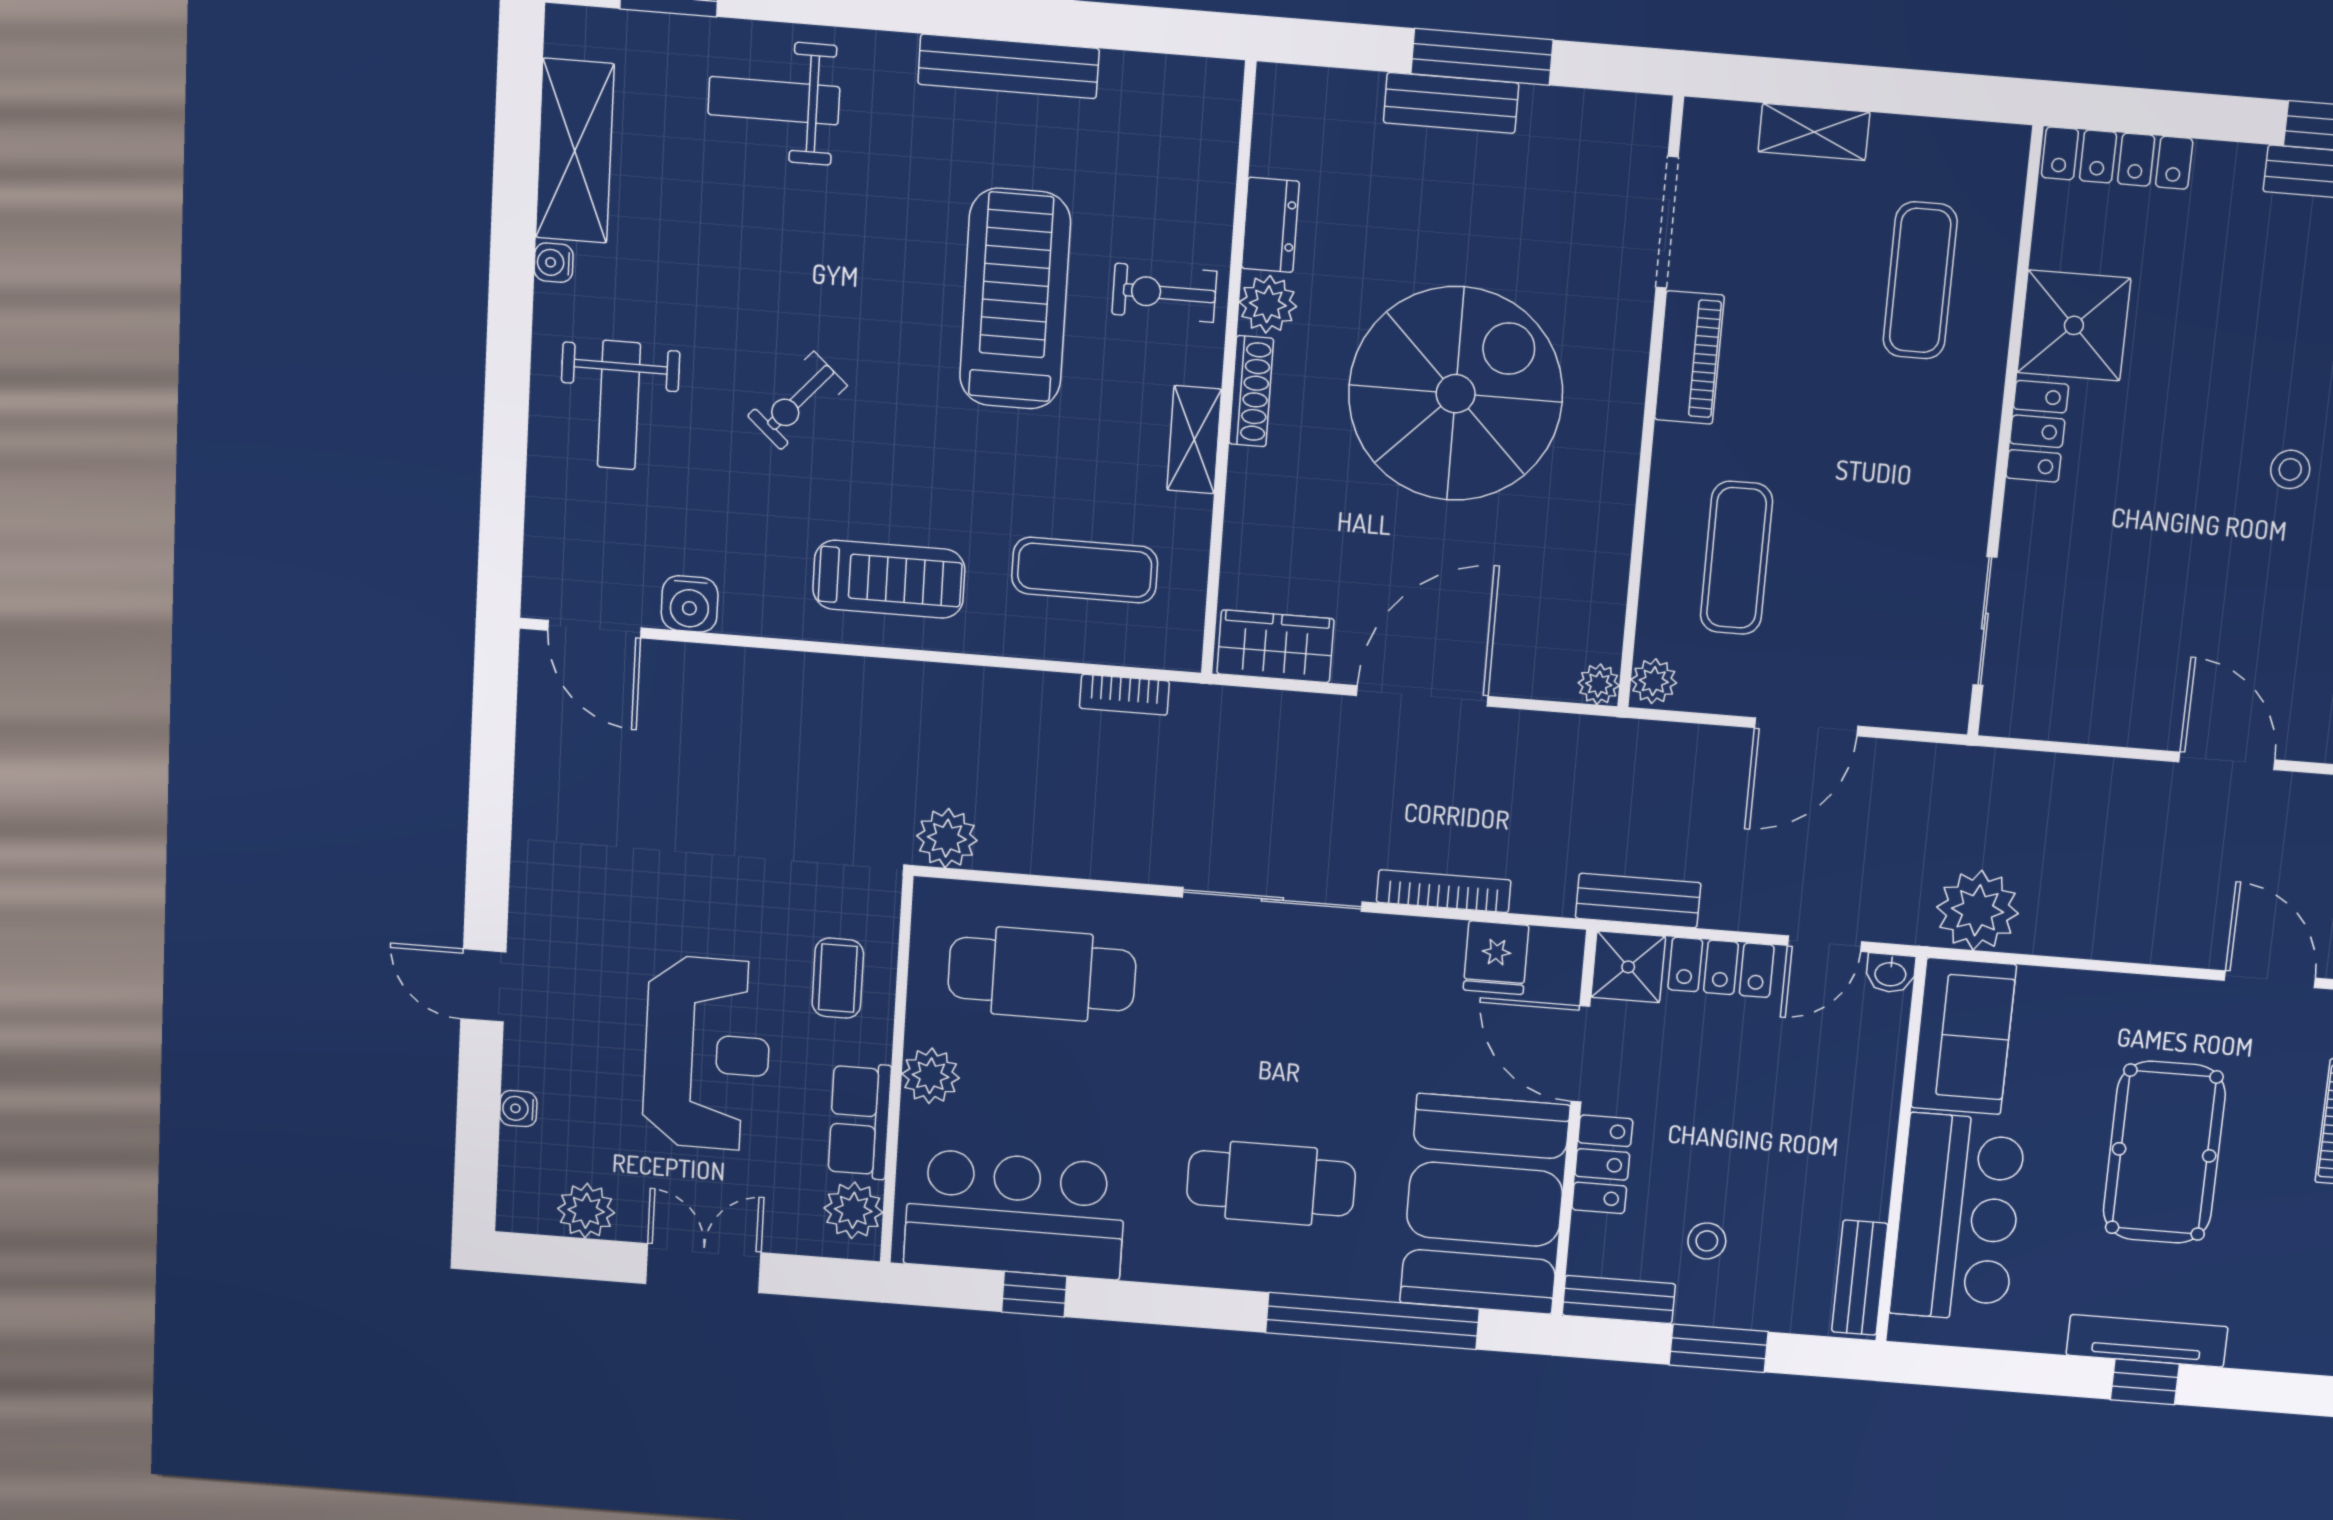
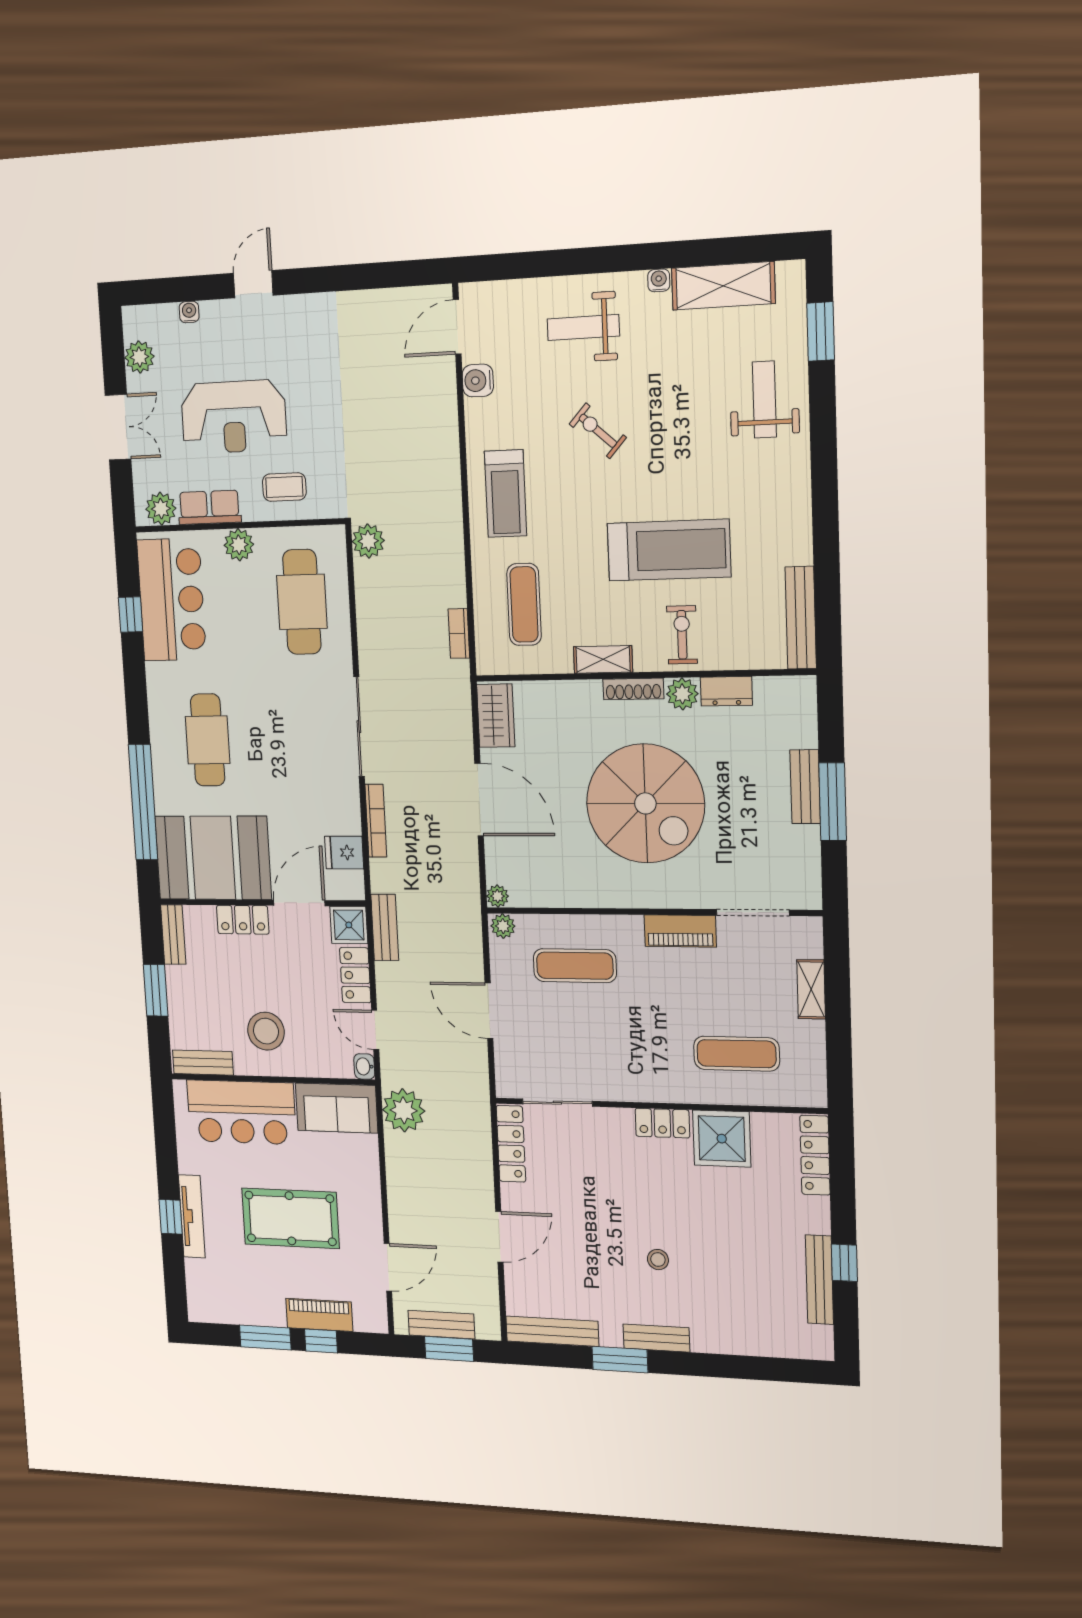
bench: (1009, 66) -> (801, 618), moved
locker: (2055, 717) -> (511, 1144), added
stool: (1707, 1241) -> (266, 1031), moved, width x1.89, depth x1.89

